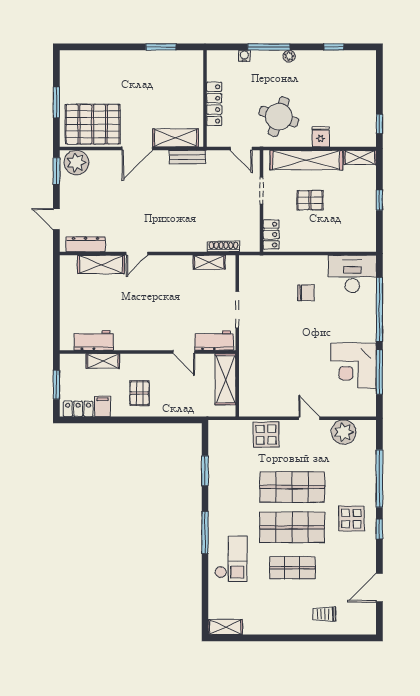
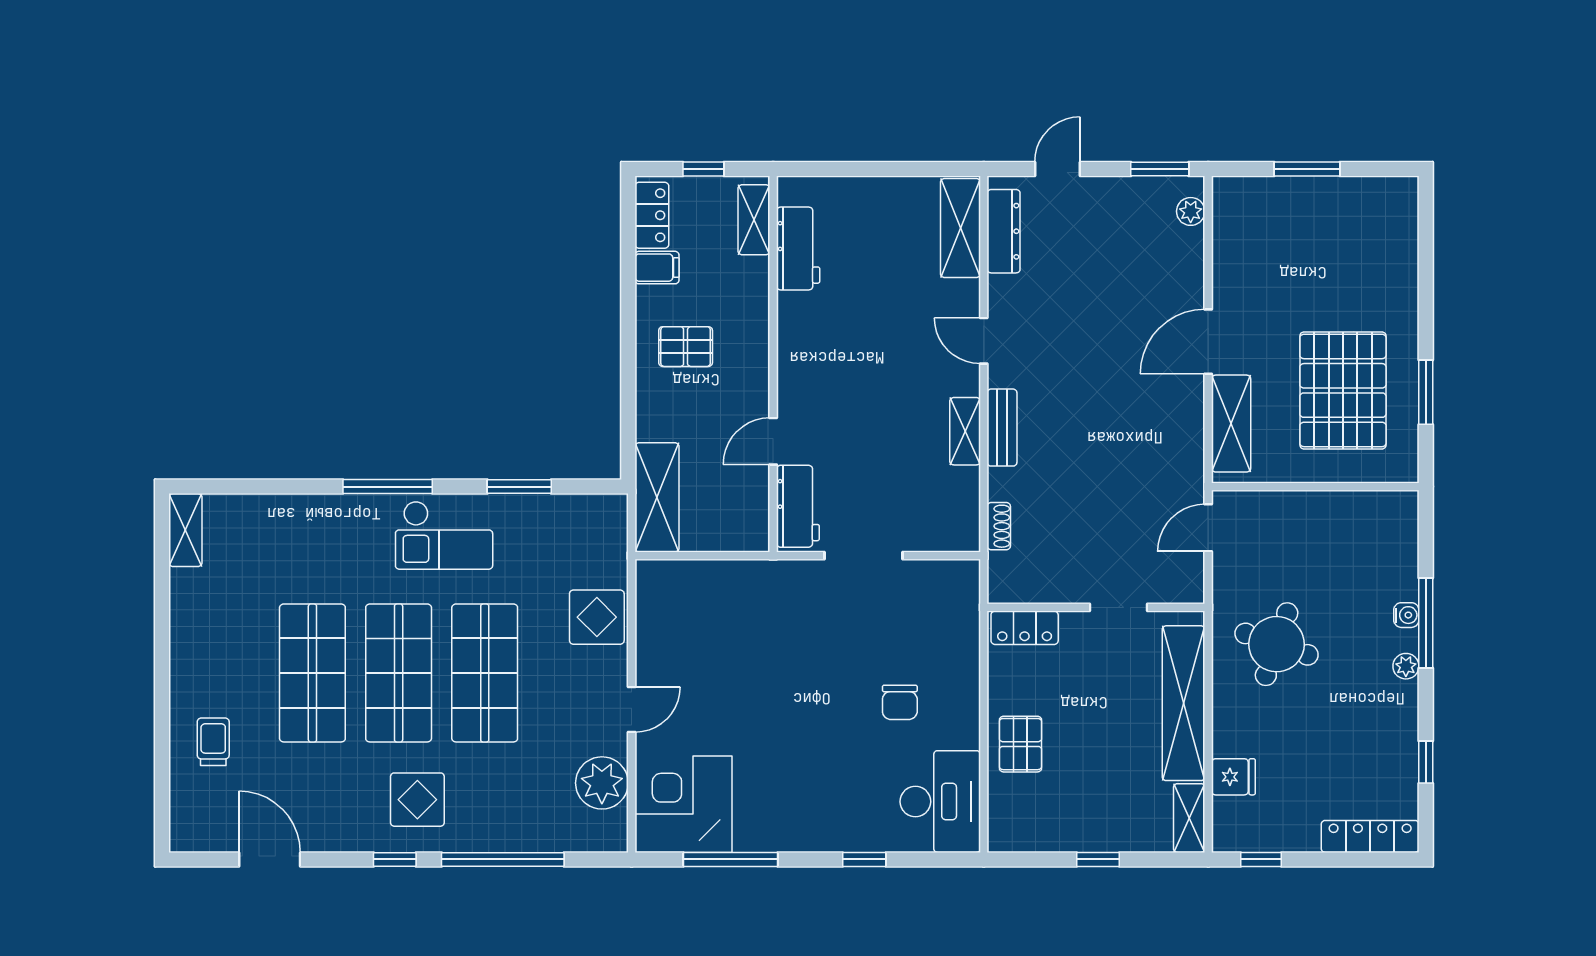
water cooler: (244, 56) -> (1406, 615), moved
locker: (214, 104) -> (1370, 836), moved, turned 180
pallet: (93, 124) -> (1343, 390), moved
fridge: (321, 137) -> (1233, 777), moved
door: (137, 149) -> (1208, 342), hinge flipped
door: (241, 149) -> (1208, 528), moved
bench: (188, 157) -> (1002, 428), moved
plant: (76, 163) -> (1191, 211), width x0.53, depth x0.53
pallet: (310, 200) -> (1020, 744), moved
shoe rack: (224, 247) -> (999, 526), width x0.70
shelving: (209, 262) -> (965, 431), moved
shelving: (101, 264) -> (960, 228), moved
window: (379, 310) -> (864, 859), width x0.32
shelving: (103, 361) -> (754, 220), moved
corner desk: (354, 366) -> (683, 804), moved
shelving: (225, 379) -> (657, 497), moved, turned 90
window: (56, 385) -> (703, 169), width x0.67
checkout: (231, 559) -> (444, 535), moved
shop shelf: (292, 568) -> (312, 673), width x1.43, depth x1.36

